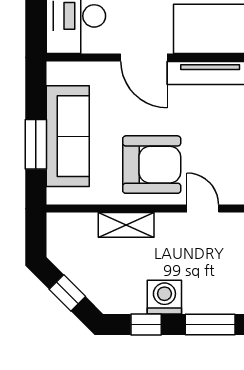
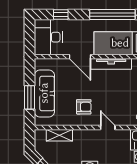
armchair: (152, 165) -> (84, 107), width x0.53, depth x0.53
shelving: (126, 225) -> (59, 135), moved

